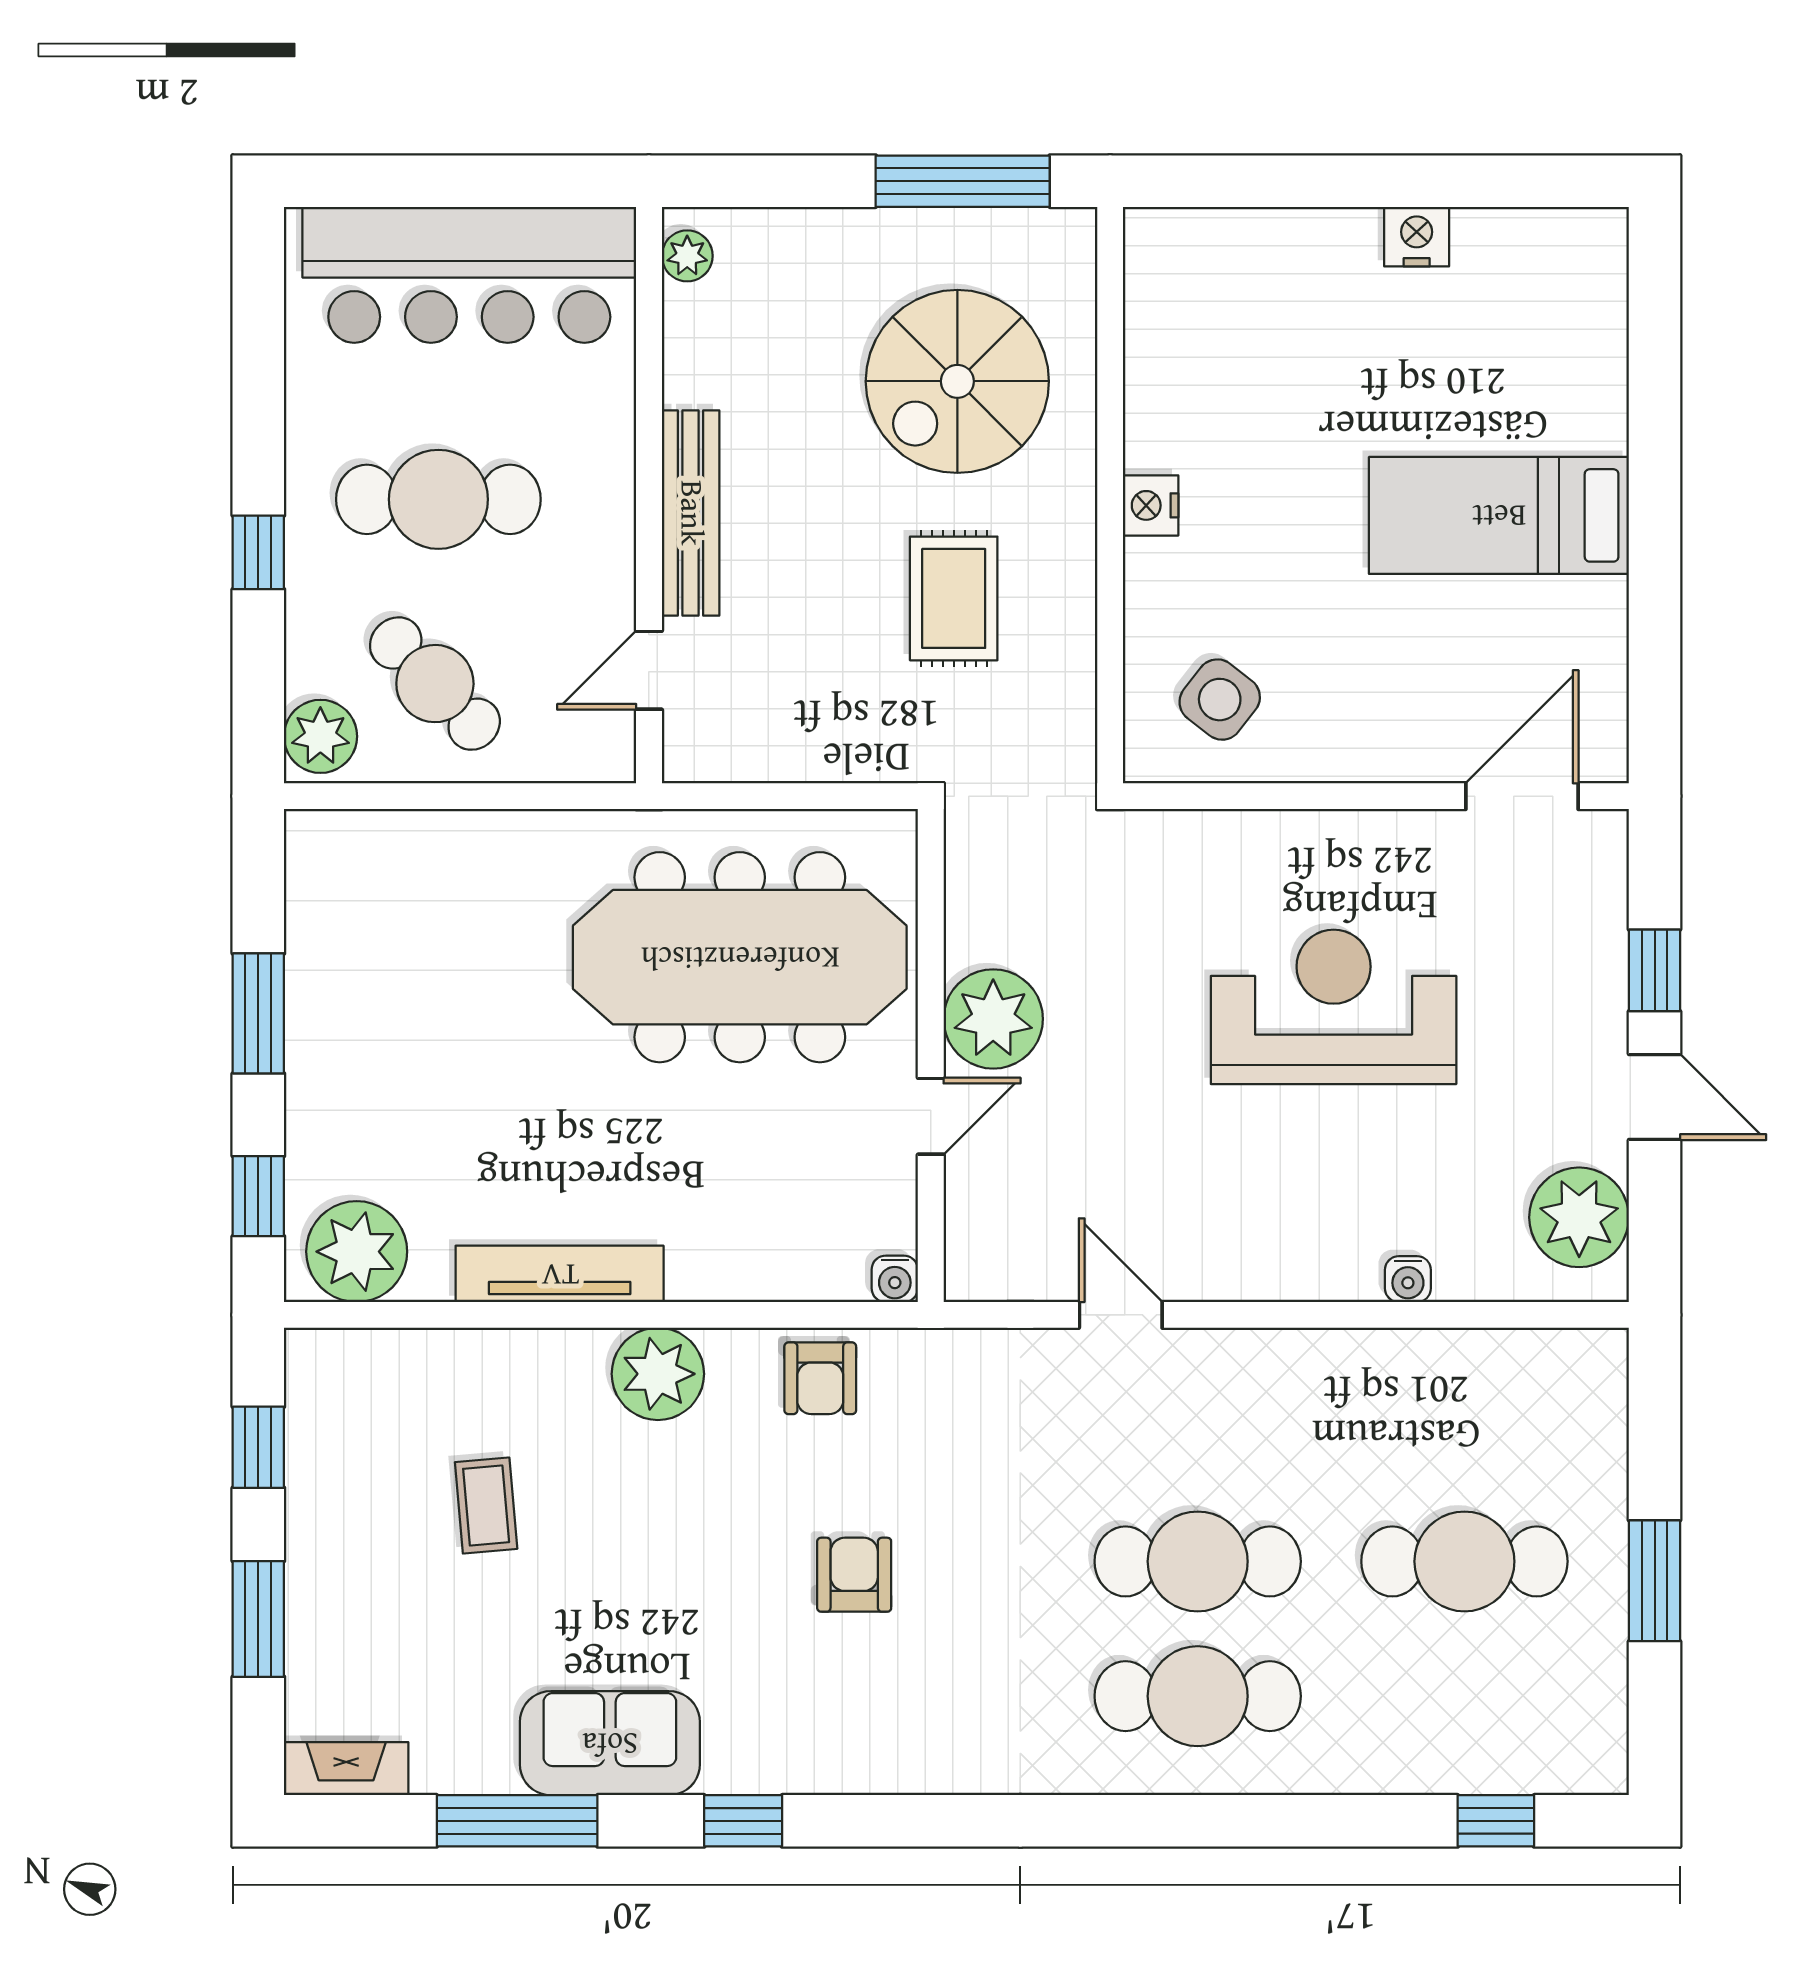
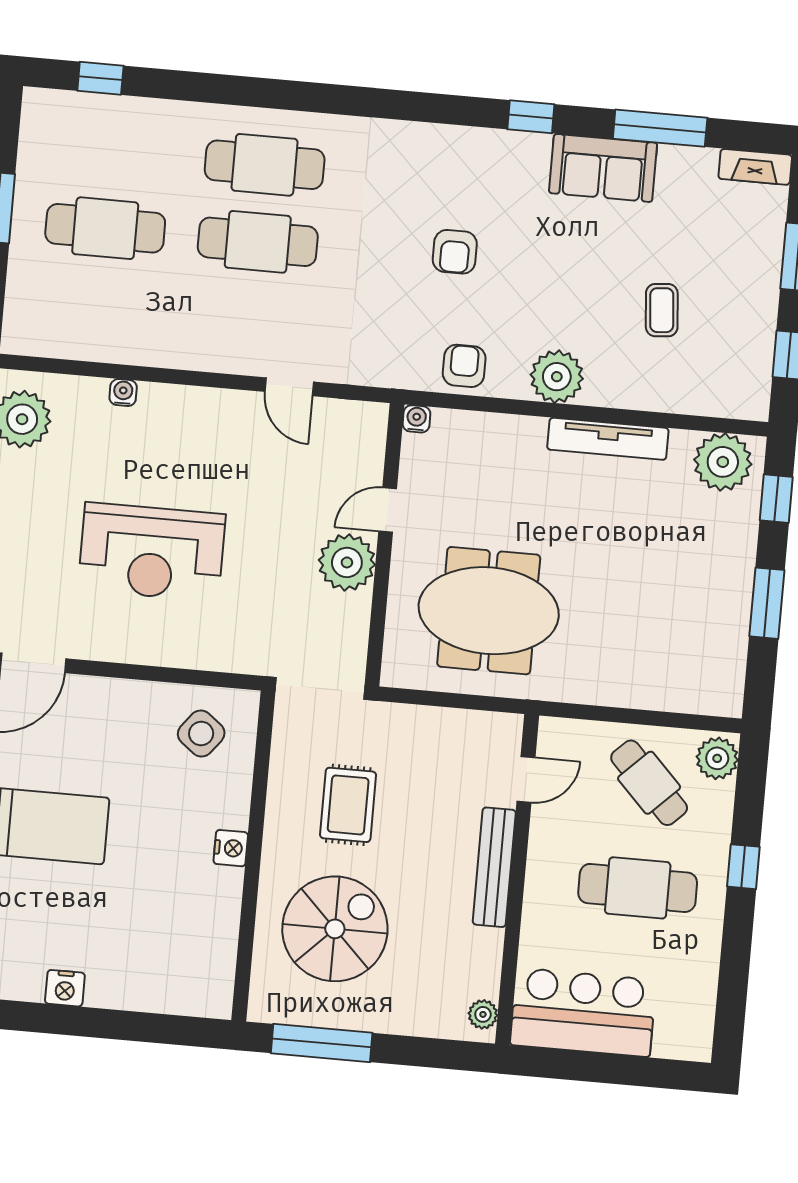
bar counter: (469, 275) -> (583, 1012), width x0.73
meeting table: (740, 957) -> (489, 611), width x0.73

